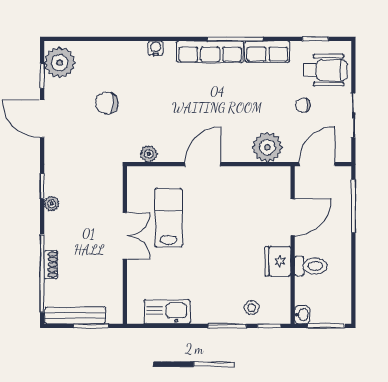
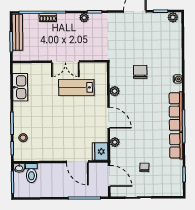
plant: (60, 63) -> (173, 17), width x0.53, depth x0.53
wheelchair: (325, 70) -> (165, 180), removed
chair: (107, 103) -> (140, 72), moved
plant: (267, 147) -> (115, 142), width x0.53, depth x0.53
plant: (149, 154) -> (115, 91), moved
door: (203, 164) -> (109, 118), moved
lab bench: (168, 218) -> (76, 88), turned 180
fridge: (278, 261) -> (100, 152), moved, turned -90
toilet: (311, 266) -> (31, 173), moved

